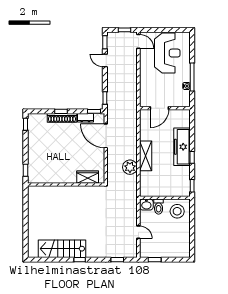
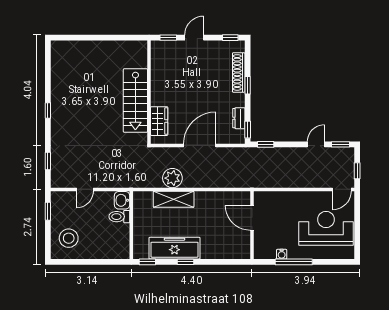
reception desk: (167, 53) -> (326, 228), turned 180
shoe rack: (62, 118) -> (239, 72), moved
door: (106, 136) -> (200, 146), moved
freezer: (182, 147) -> (174, 248), moved
door: (25, 151) -> (194, 38), added
shelving: (146, 156) -> (174, 199), moved
stool: (177, 211) -> (69, 238), moved
stairs: (62, 249) -> (135, 101), moved, turned 180

